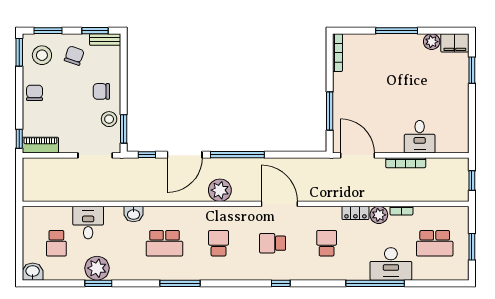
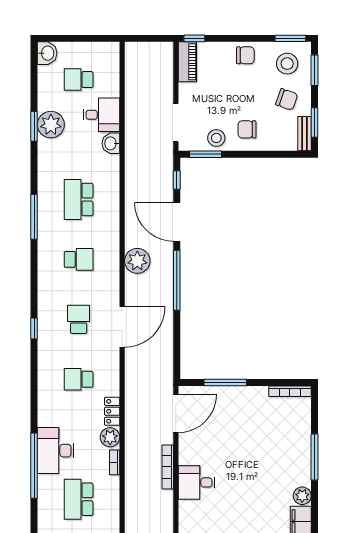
chair: (101, 91) -> (247, 129), turned -90
washbasin: (134, 214) -> (111, 143), moved
school desk: (327, 243) -> (79, 379), turned 180
window: (375, 283) -> (34, 466), moved

